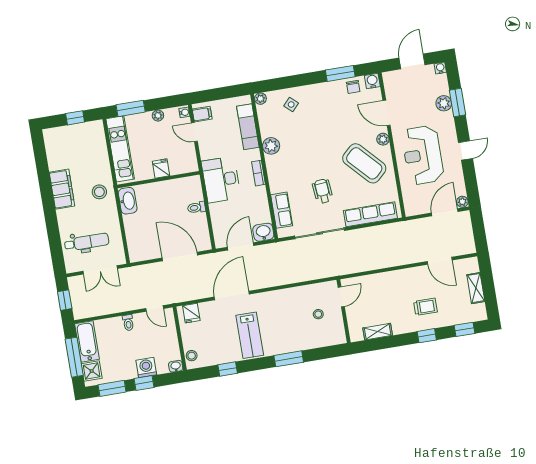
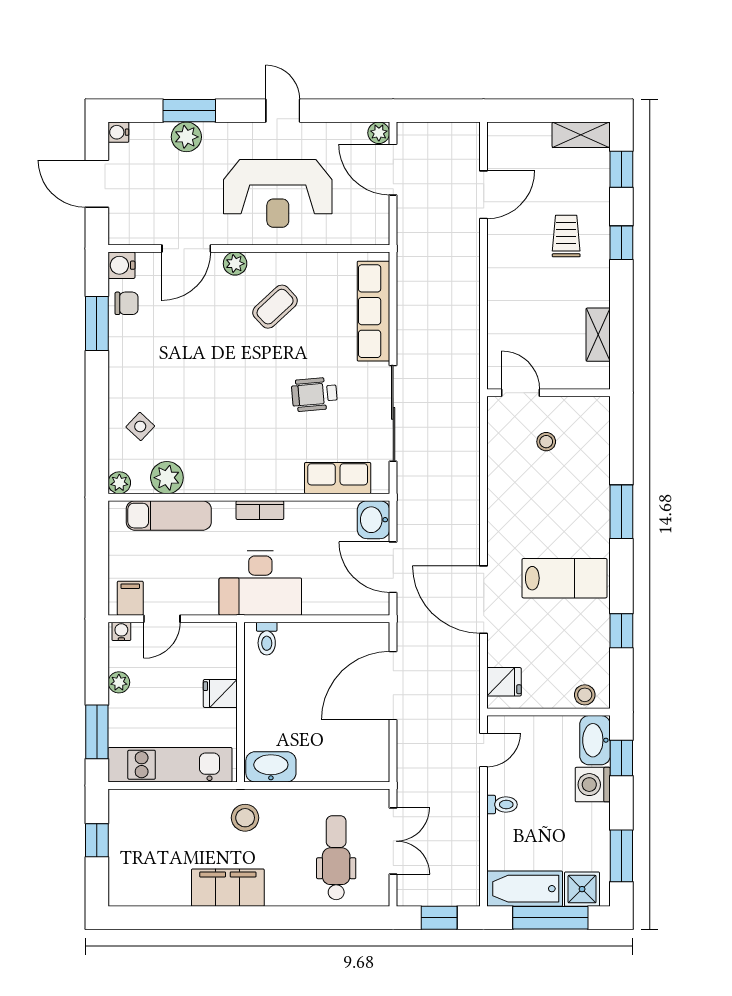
plant: (271, 146) -> (167, 478), moved
coffee table: (364, 163) -> (275, 307), width x0.54, depth x0.58
toilet: (196, 208) -> (267, 639), moved
shelving: (476, 288) -> (581, 135), moved
washbasin: (176, 366) -> (595, 740), width x1.91, depth x1.45
window: (144, 383) -> (621, 758), moved

